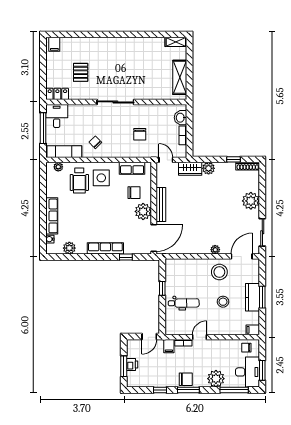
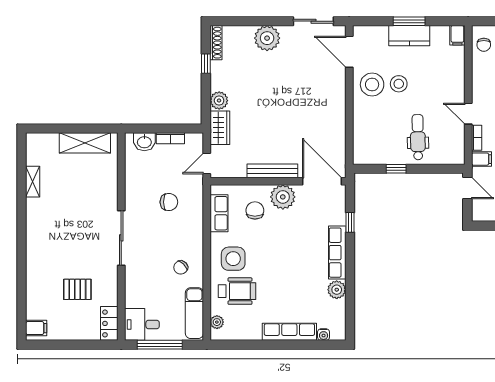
shelving: (176, 42) -> (33, 182), moved
plant: (69, 248) -> (337, 290), moved
plant: (215, 250) -> (339, 91), removed
stool: (223, 302) -> (399, 84), moved

